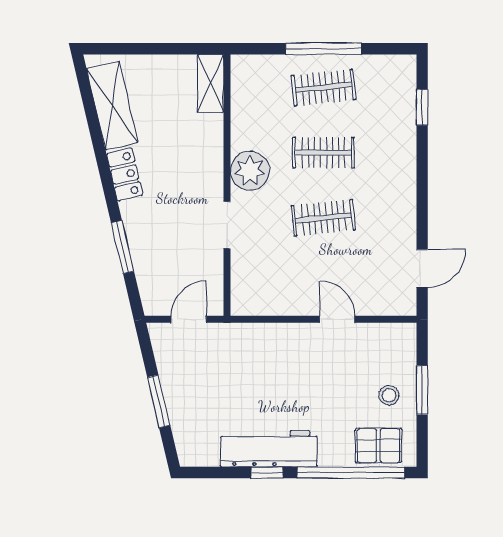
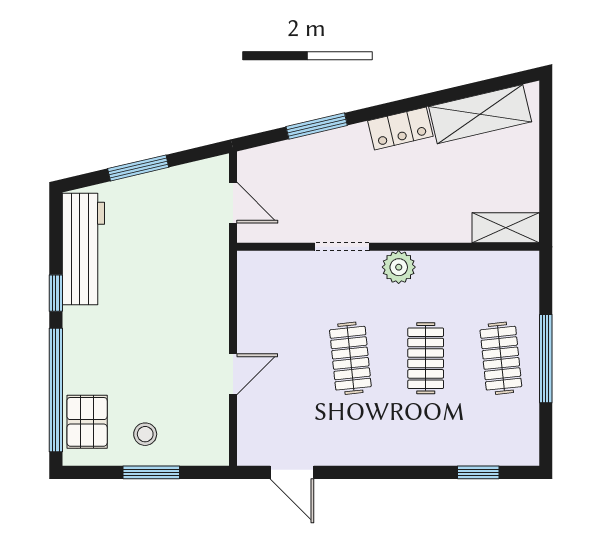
plant: (250, 171) -> (399, 267), width x0.73, depth x0.73
workbench: (269, 449) -> (83, 249), moved

